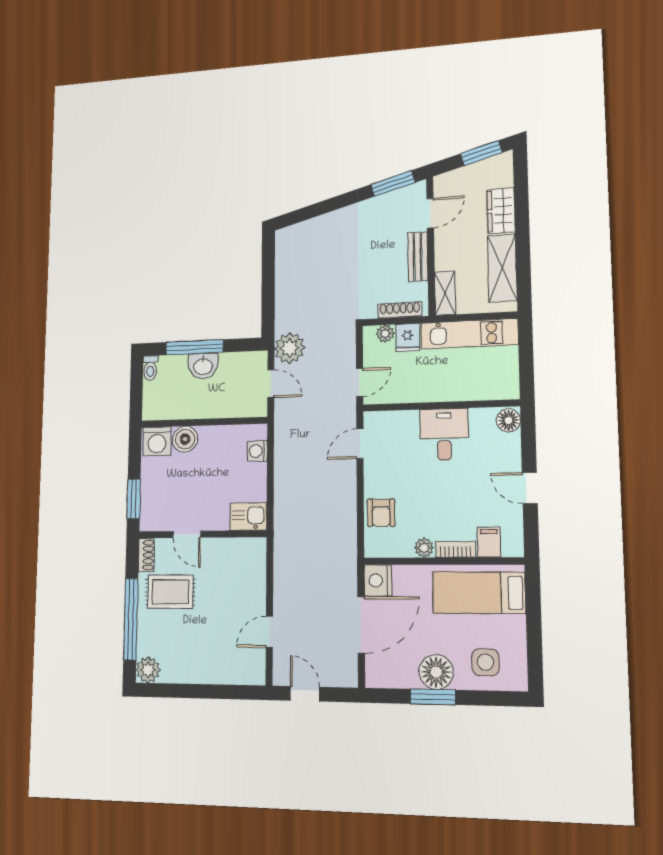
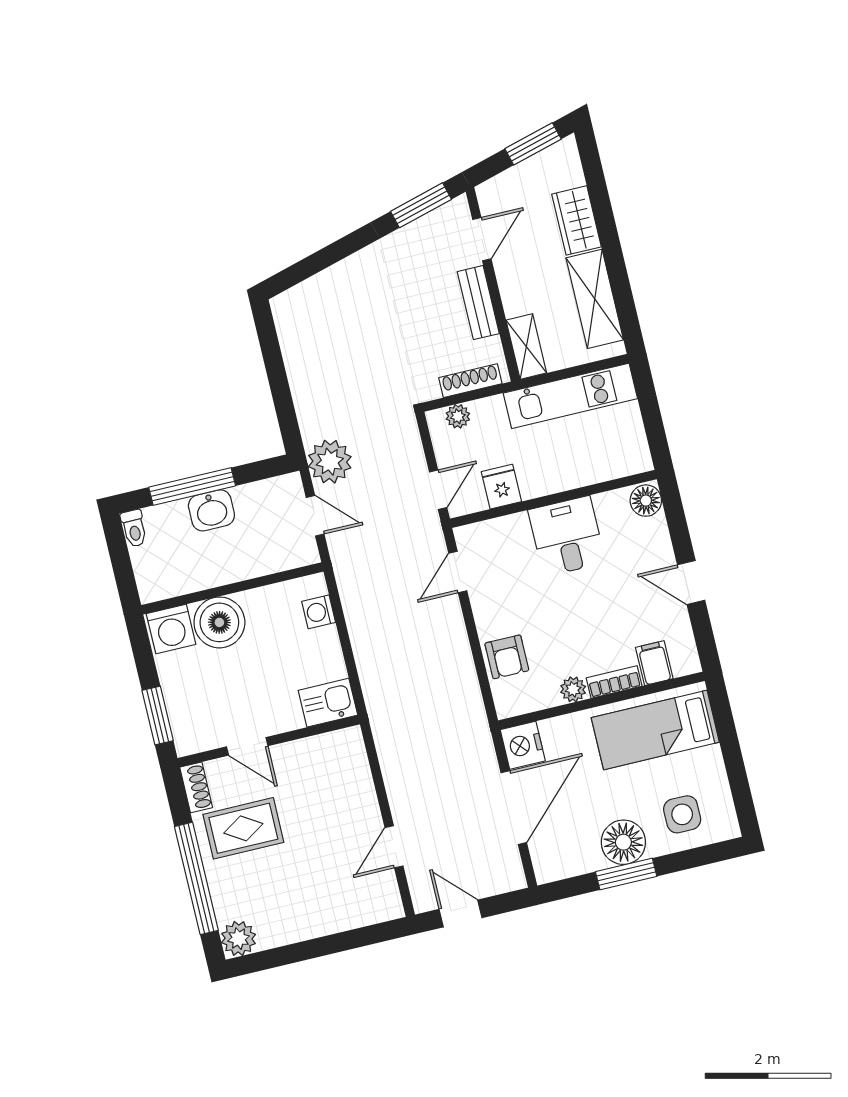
fridge: (408, 337) -> (501, 487), moved, turned 180
boiler: (185, 439) -> (219, 622), width x1.37, depth x1.37

